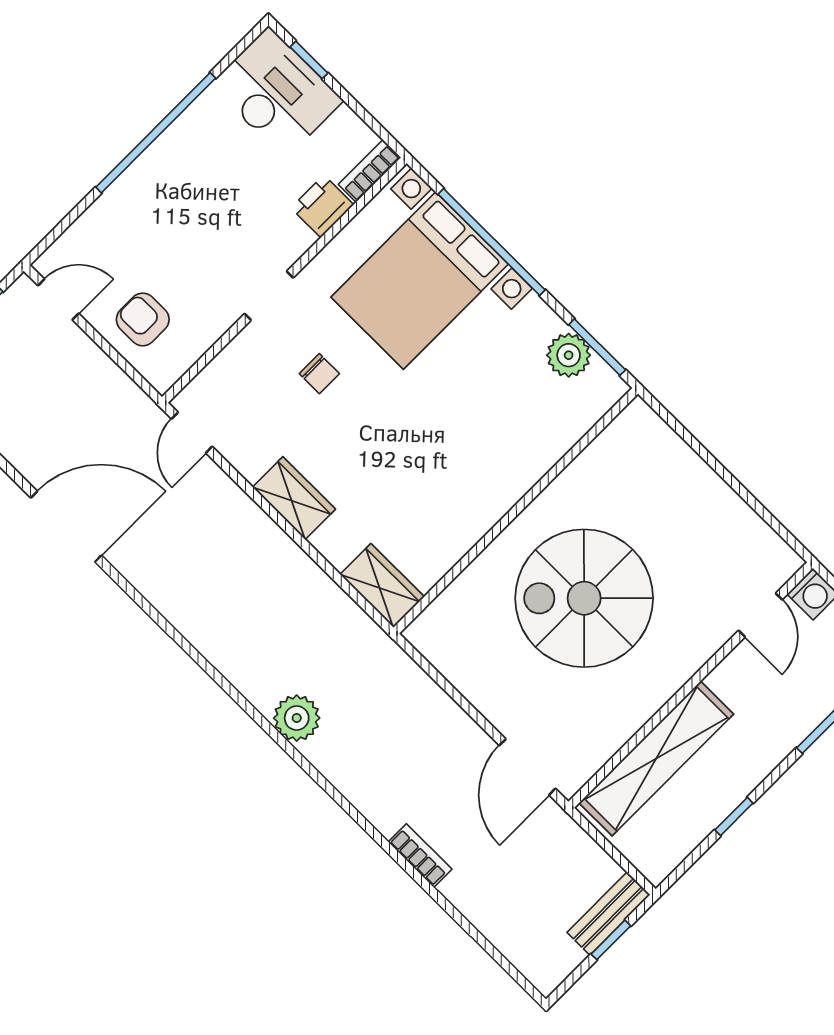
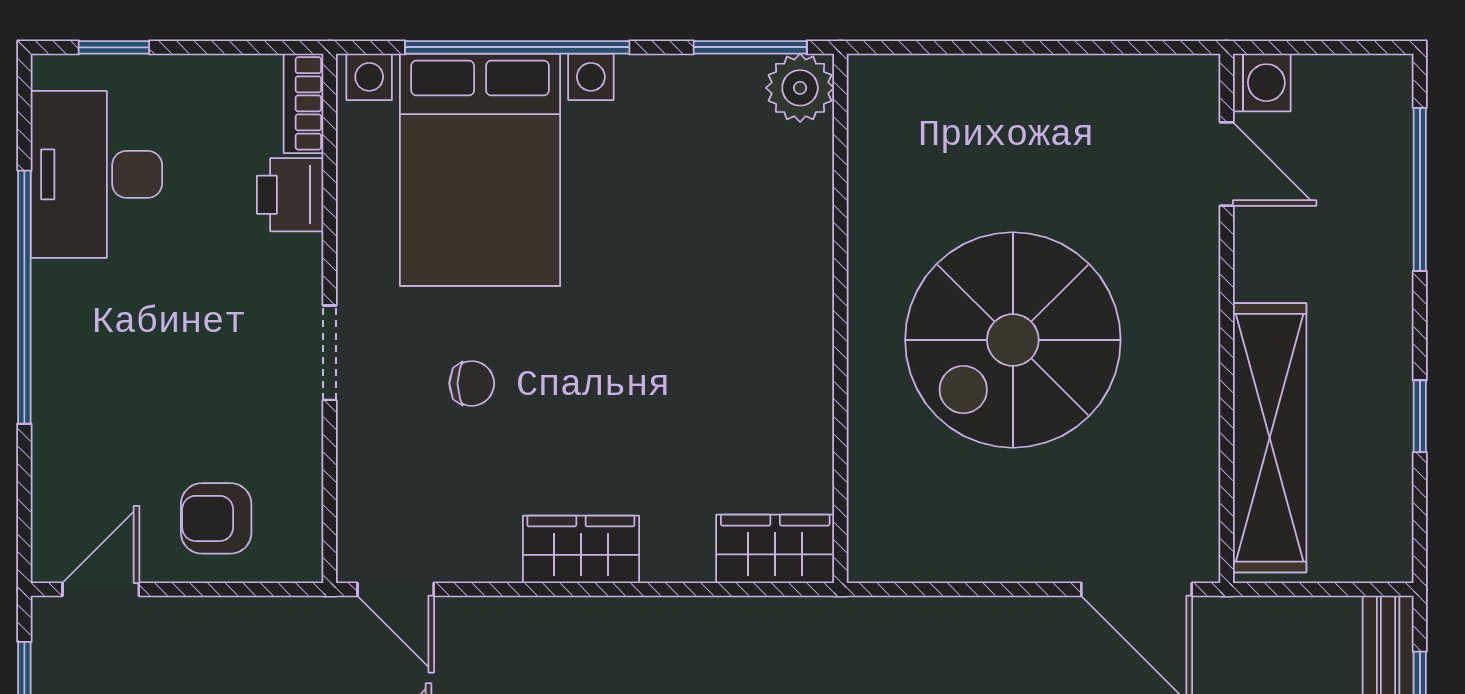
desk: (277, 93) -> (96, 174), moved, turned -90
plant: (569, 355) -> (800, 88), moved

